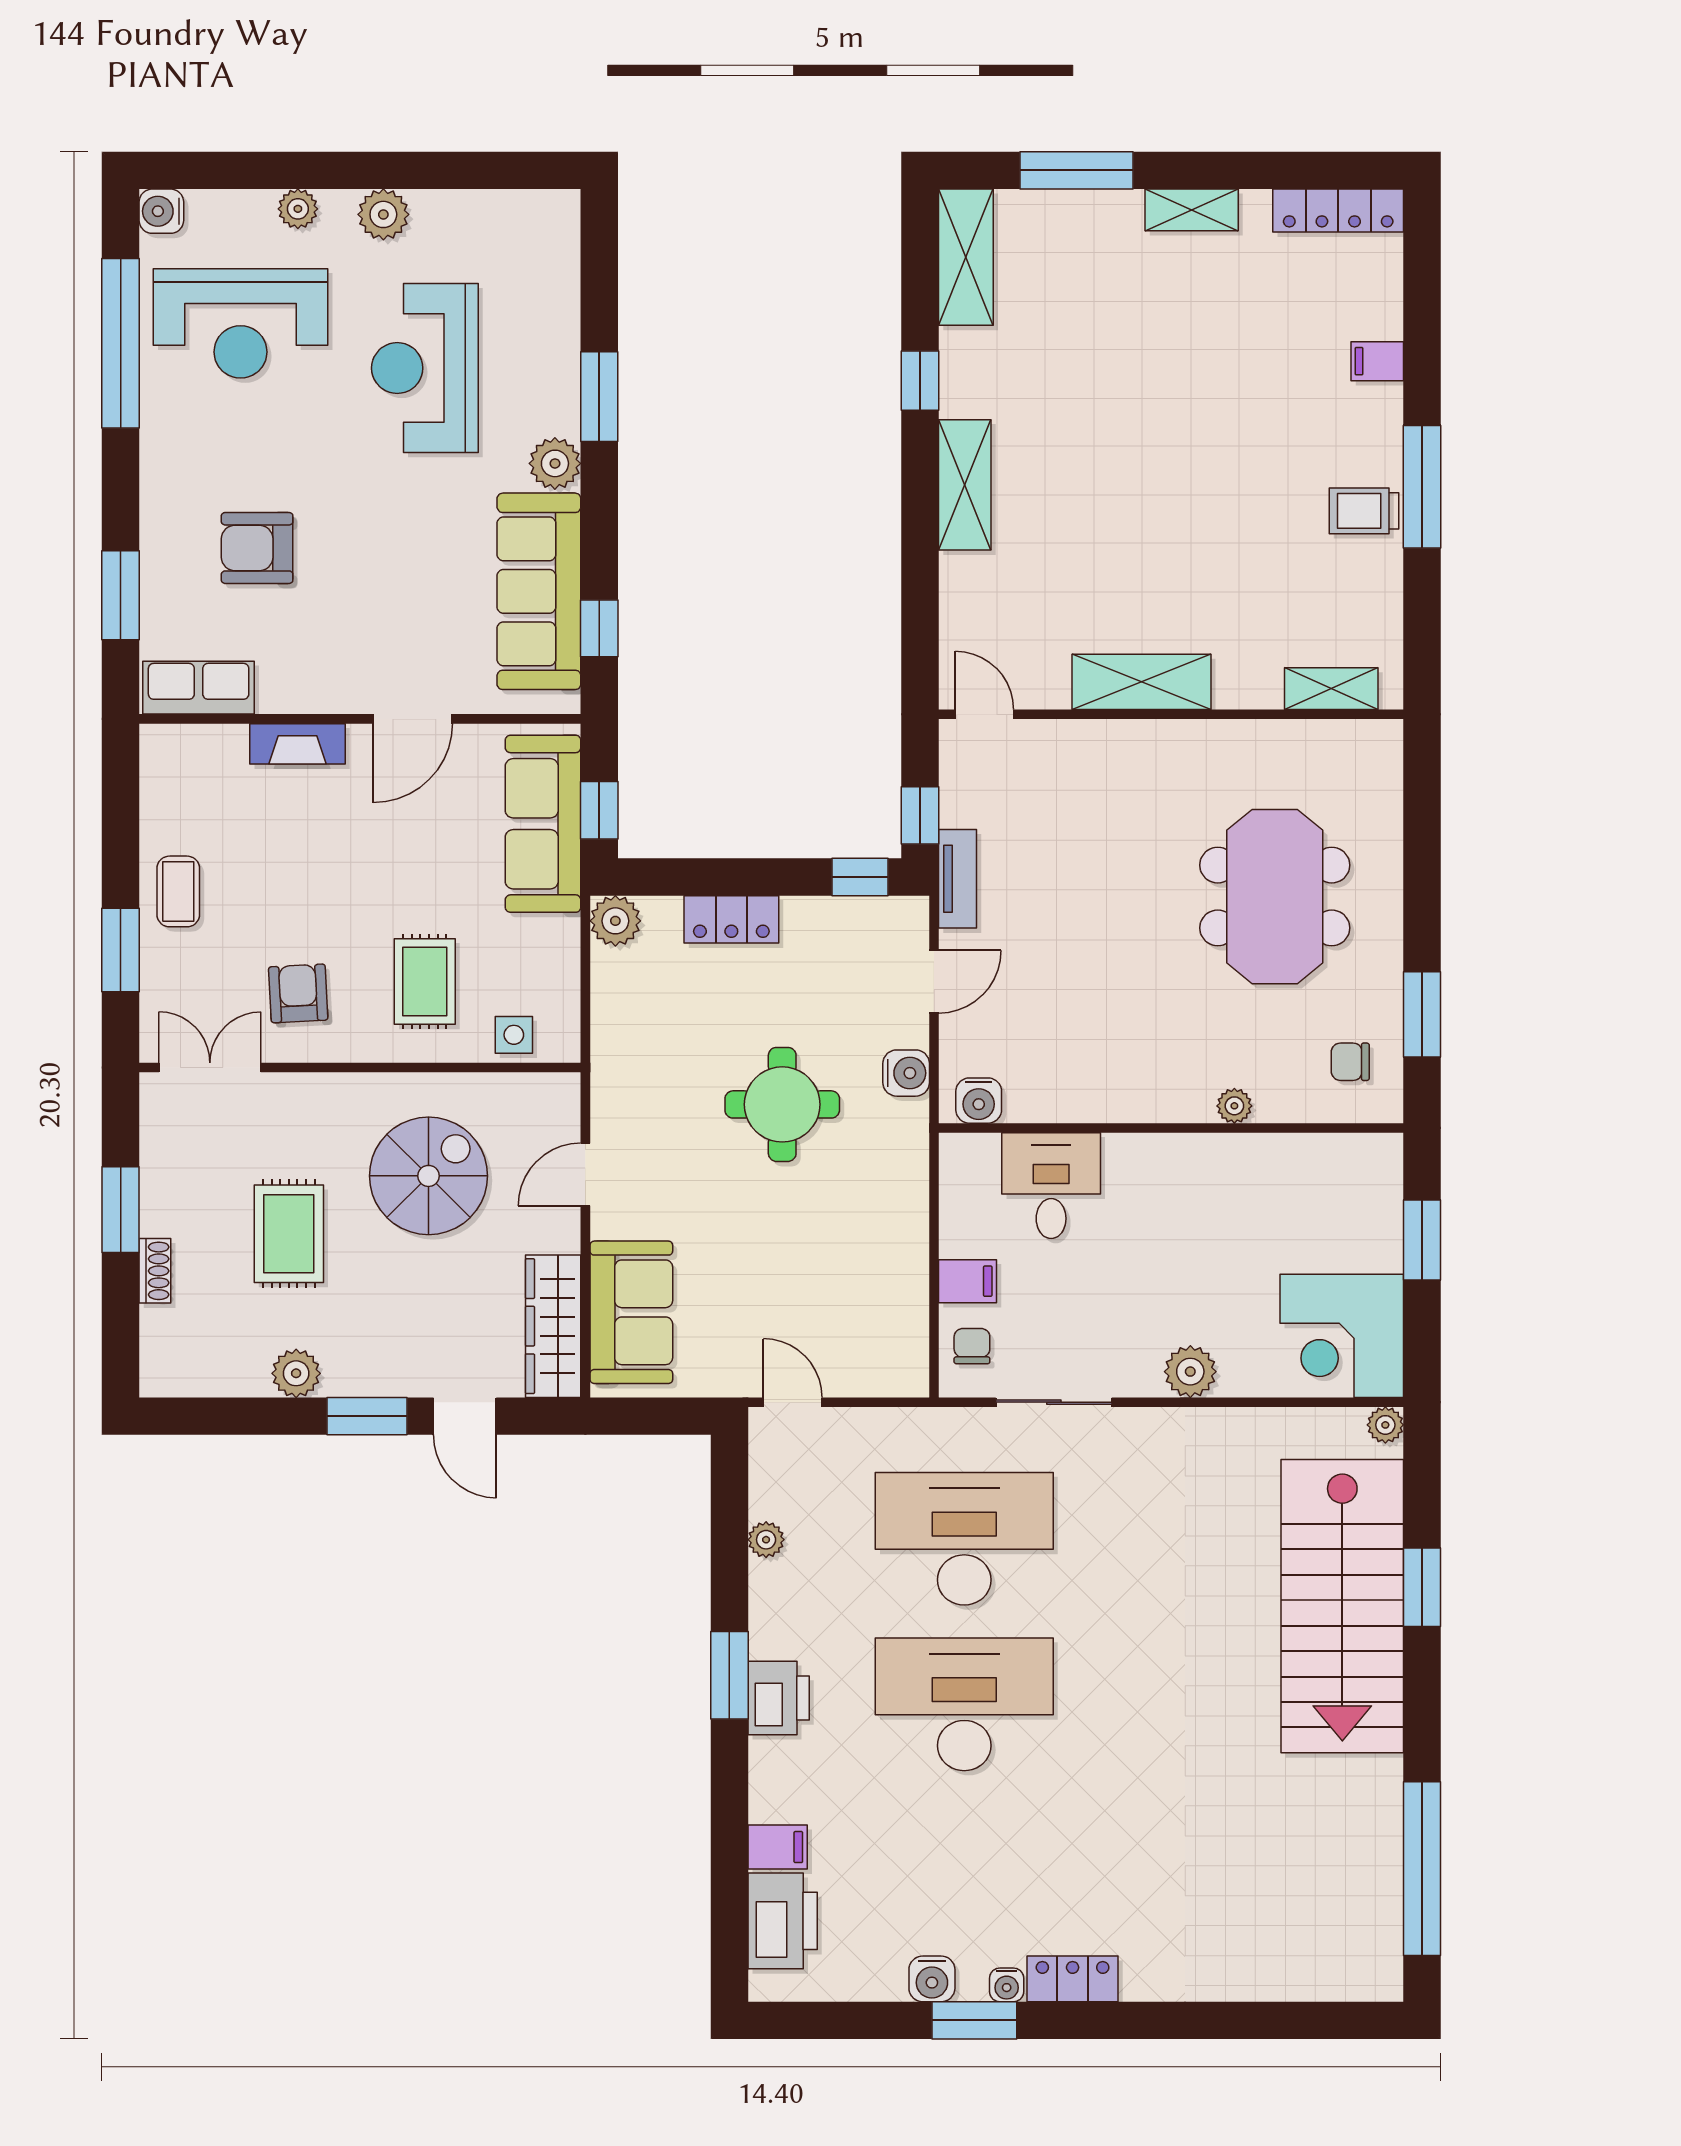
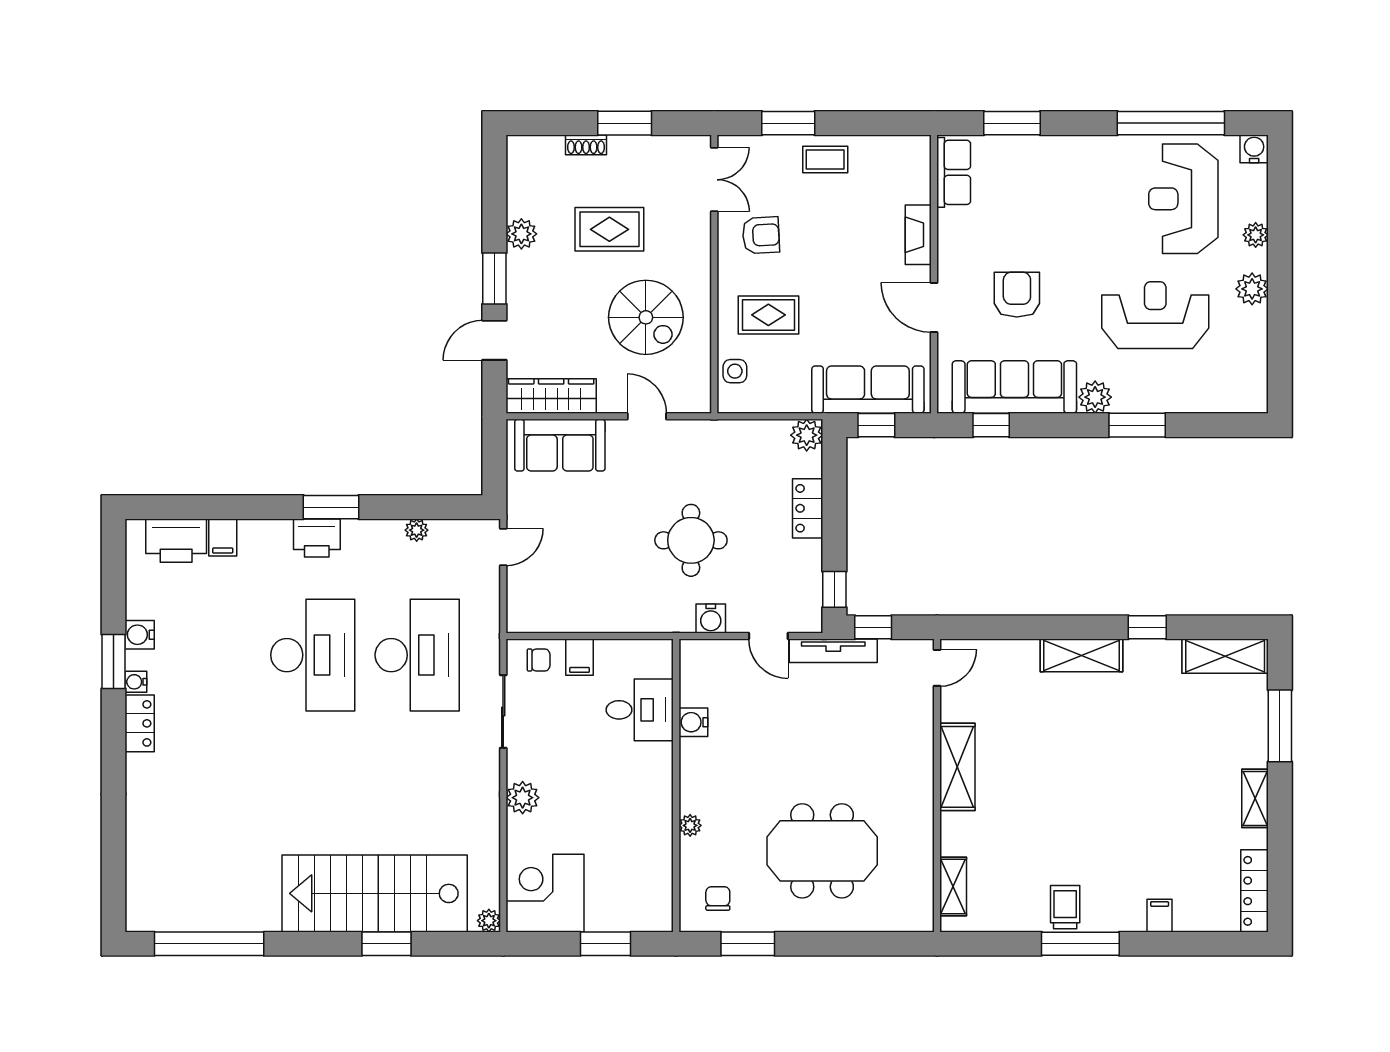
armchair: (257, 548) -> (1017, 295), moved
tv unit: (958, 879) -> (833, 651), width x1.41
water cooler: (979, 1101) -> (693, 722), moved

